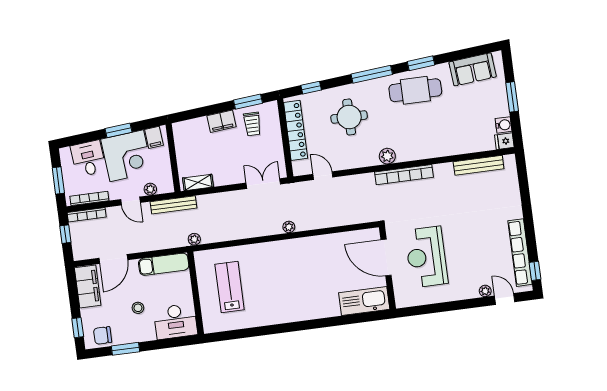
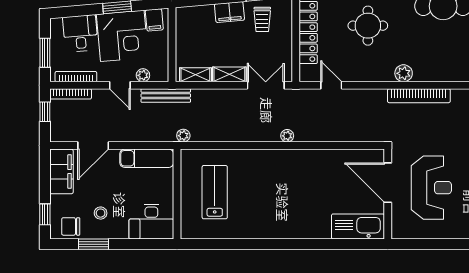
shelving: (229, 178) -> (229, 74), added
reception desk: (426, 257) -> (431, 188), turned 180
stool: (138, 308) -> (101, 213), moved

